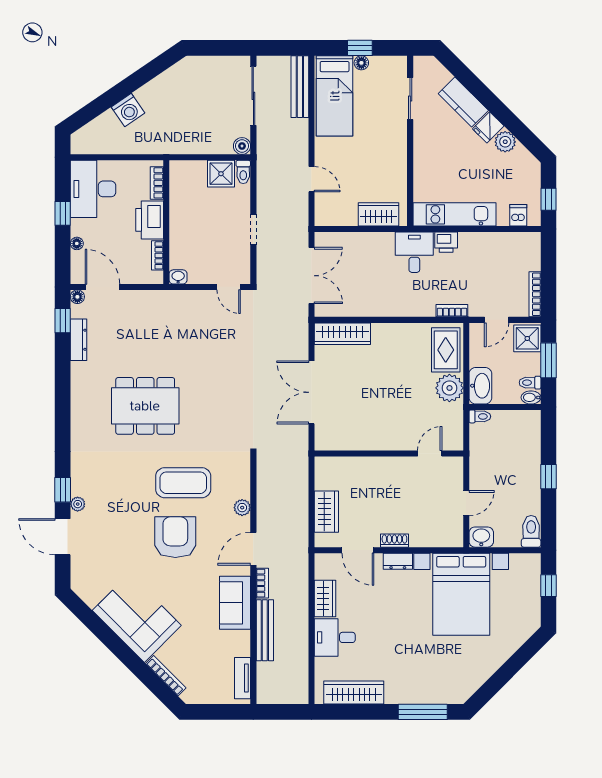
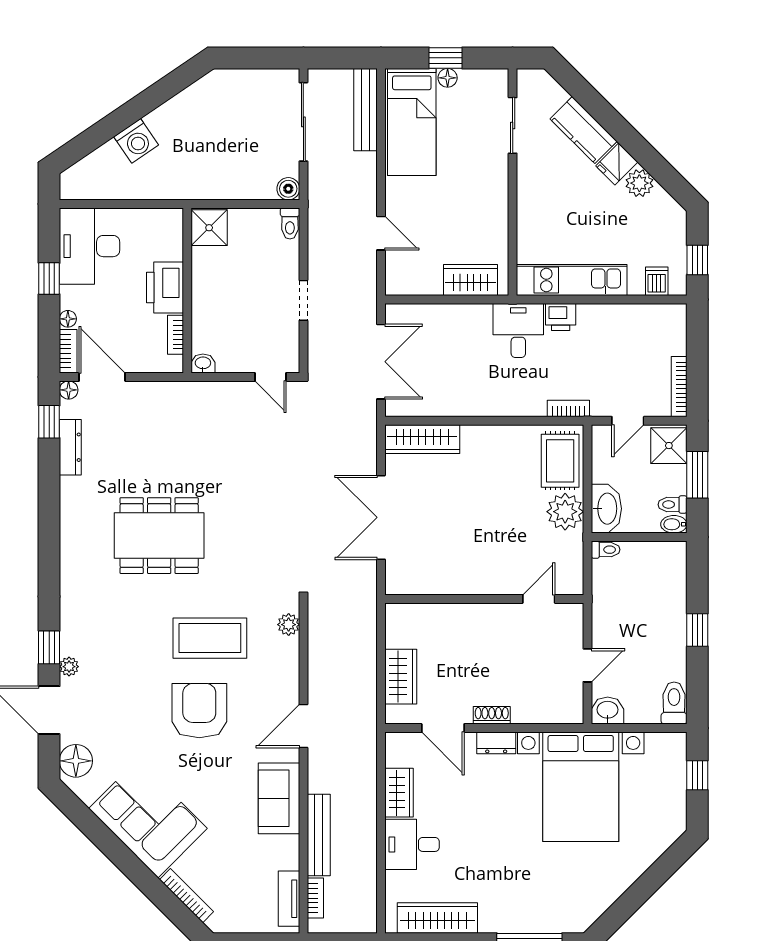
shower: (221, 174) -> (209, 228), moved
bookcase: (157, 183) -> (68, 351), moved, turned 180
plant: (242, 508) -> (289, 625), moved
floor lamp: (83, 575) -> (76, 761), added
bookcase: (262, 583) -> (315, 898), moved

